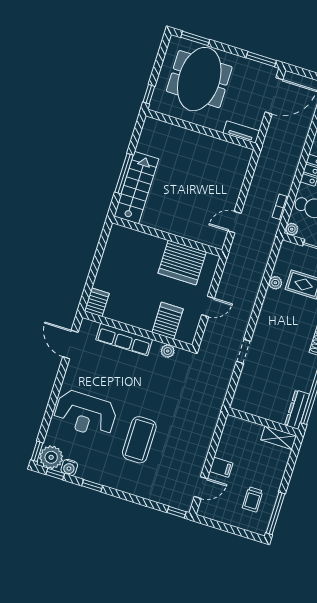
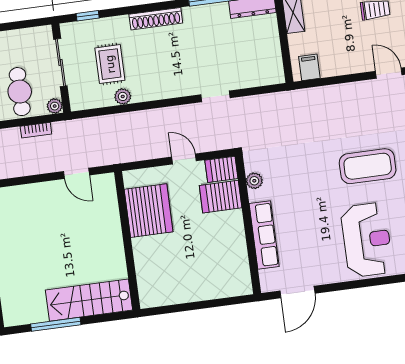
window: (124, 174) -> (56, 324), moved
server rack: (97, 302) -> (221, 169), moved
filing cabinet: (221, 467) -> (309, 67), moved

